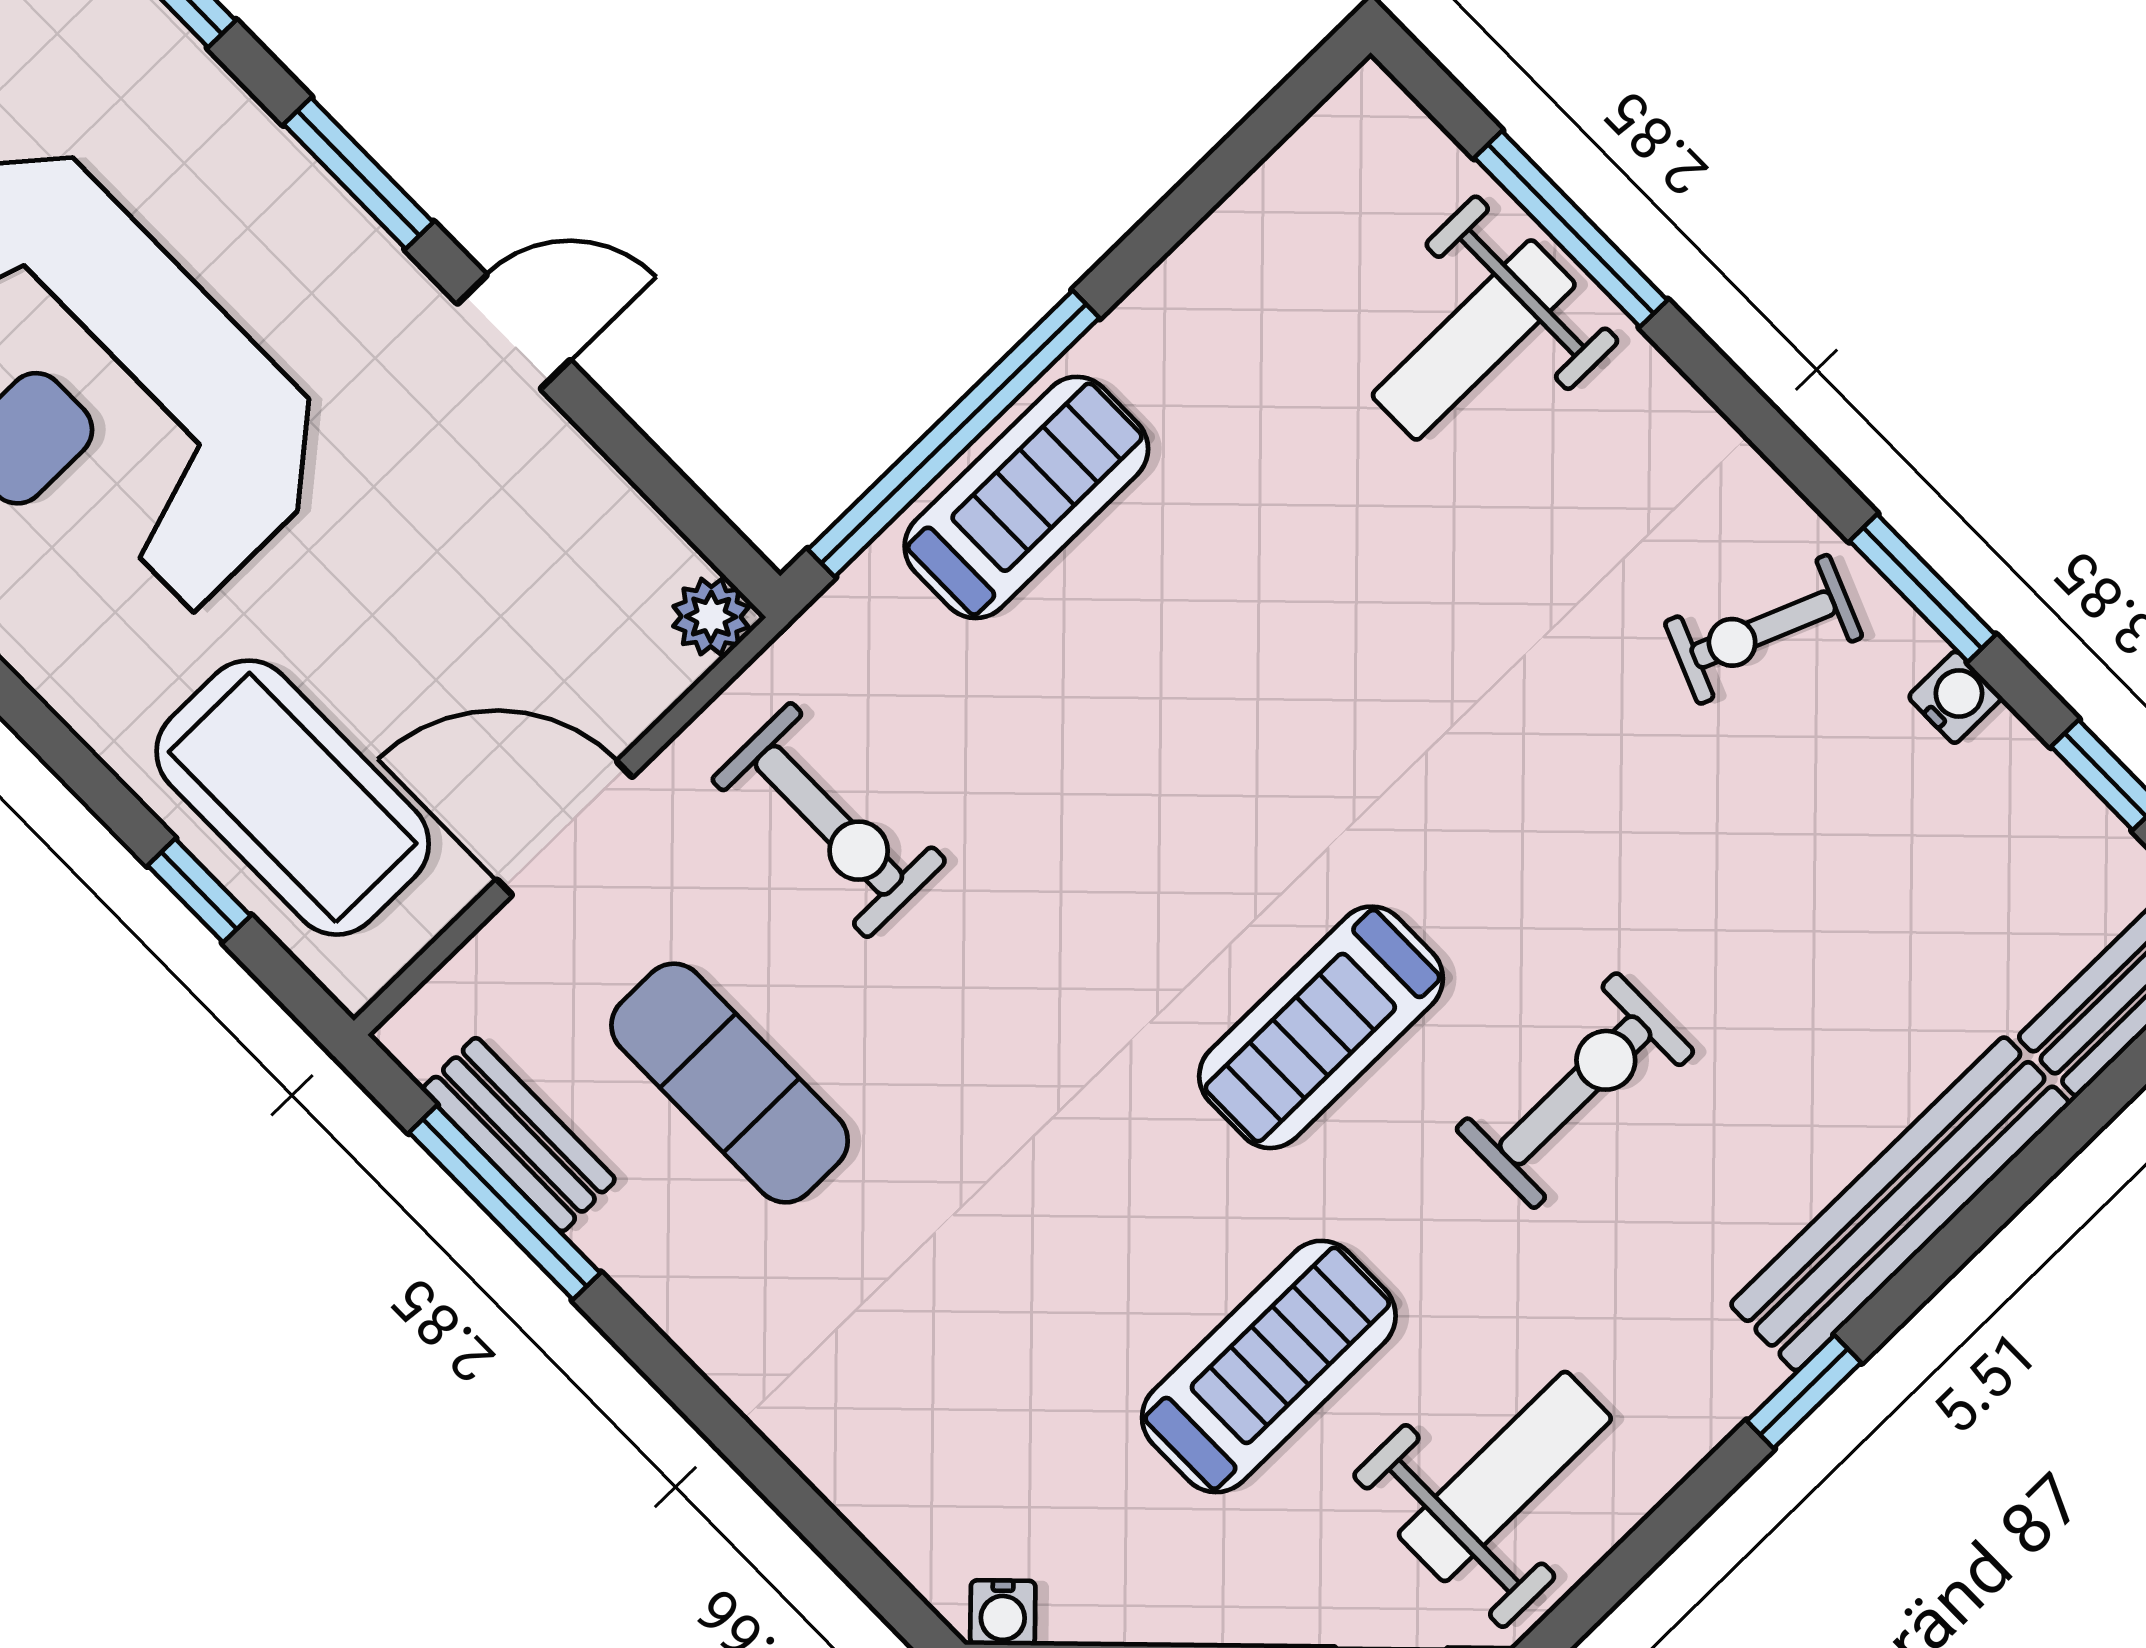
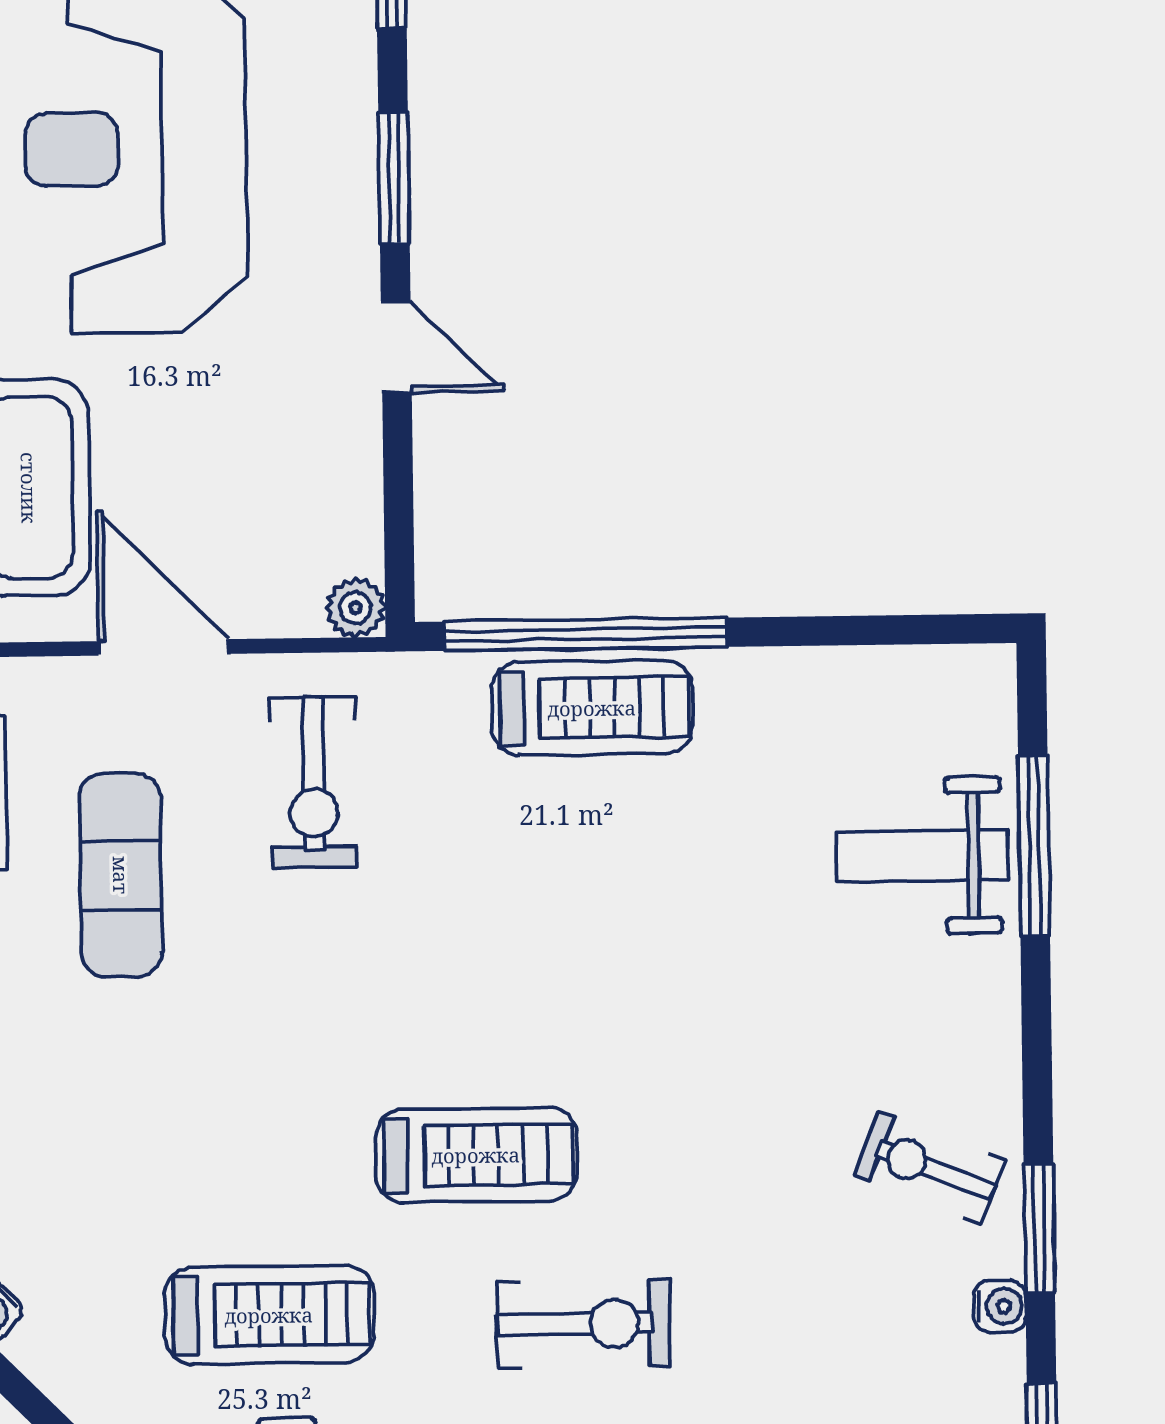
treadmill: (1321, 1027) -> (476, 1155), turned 180

